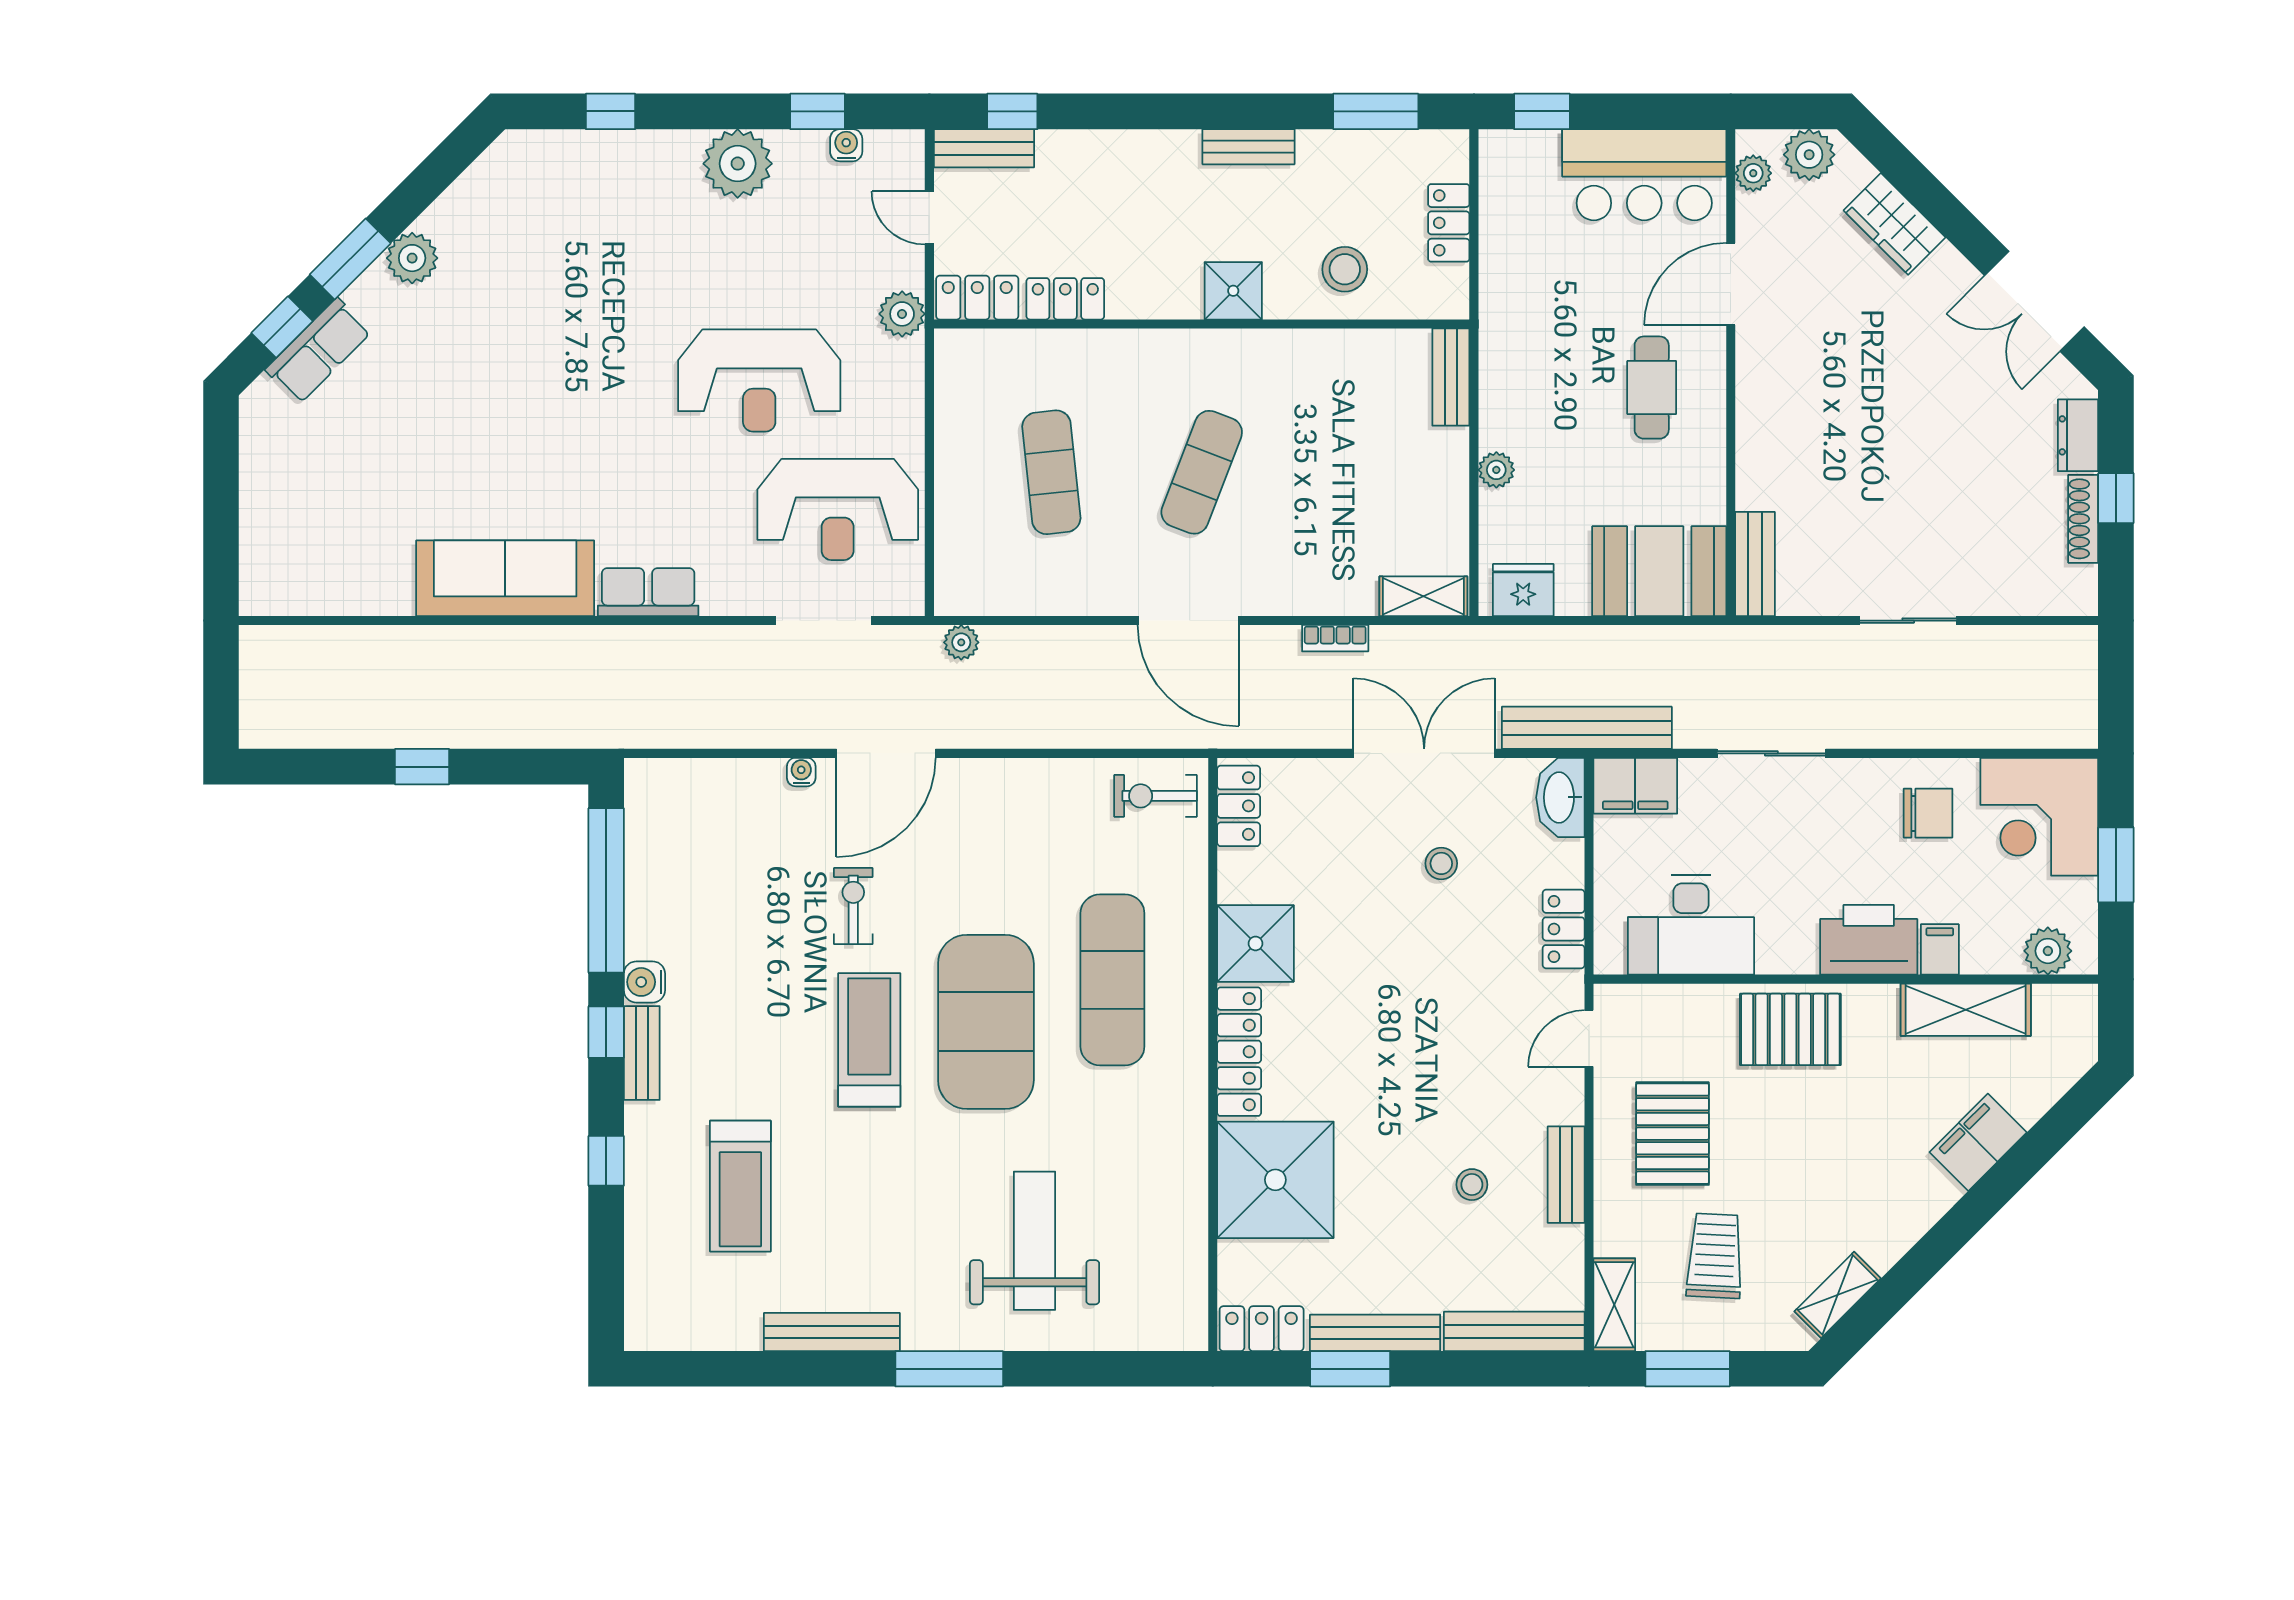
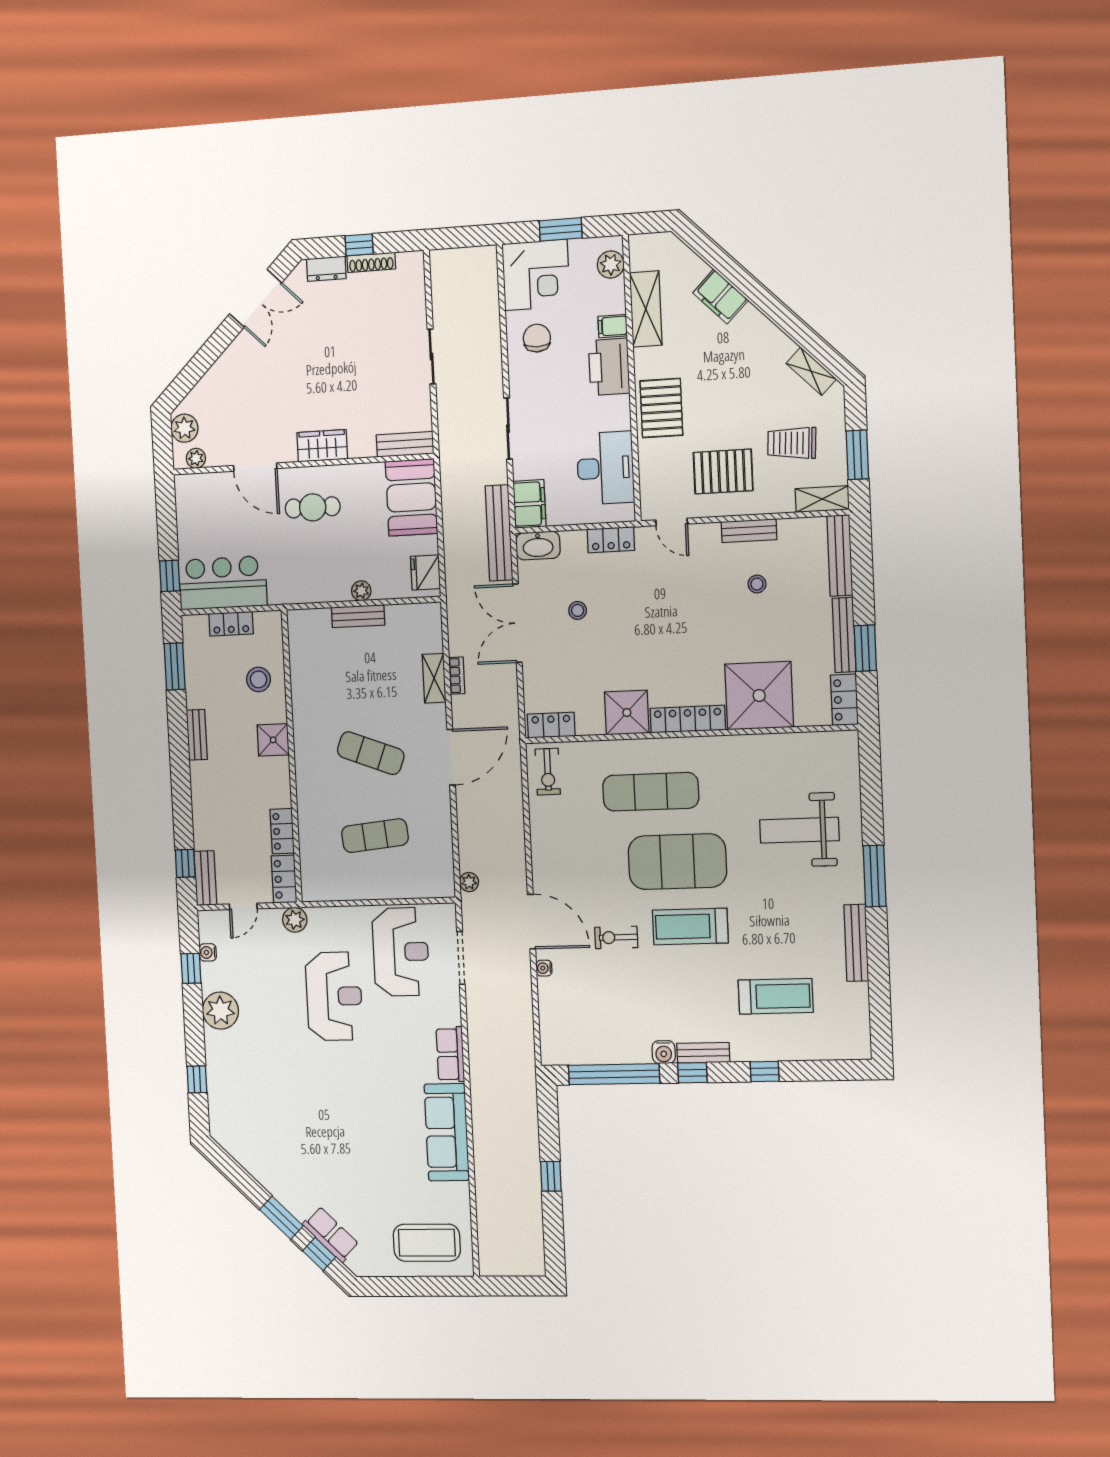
bar counter: (1644, 175) -> (223, 583), moved, turned -90
wardrobe: (1894, 224) -> (322, 446), moved, turned -135
plant: (412, 258) -> (279, 1185), removed
bench: (1451, 377) -> (358, 616), moved
coffee table: (302, 531) -> (427, 1243), added
shelving: (1423, 596) -> (434, 678), moved

